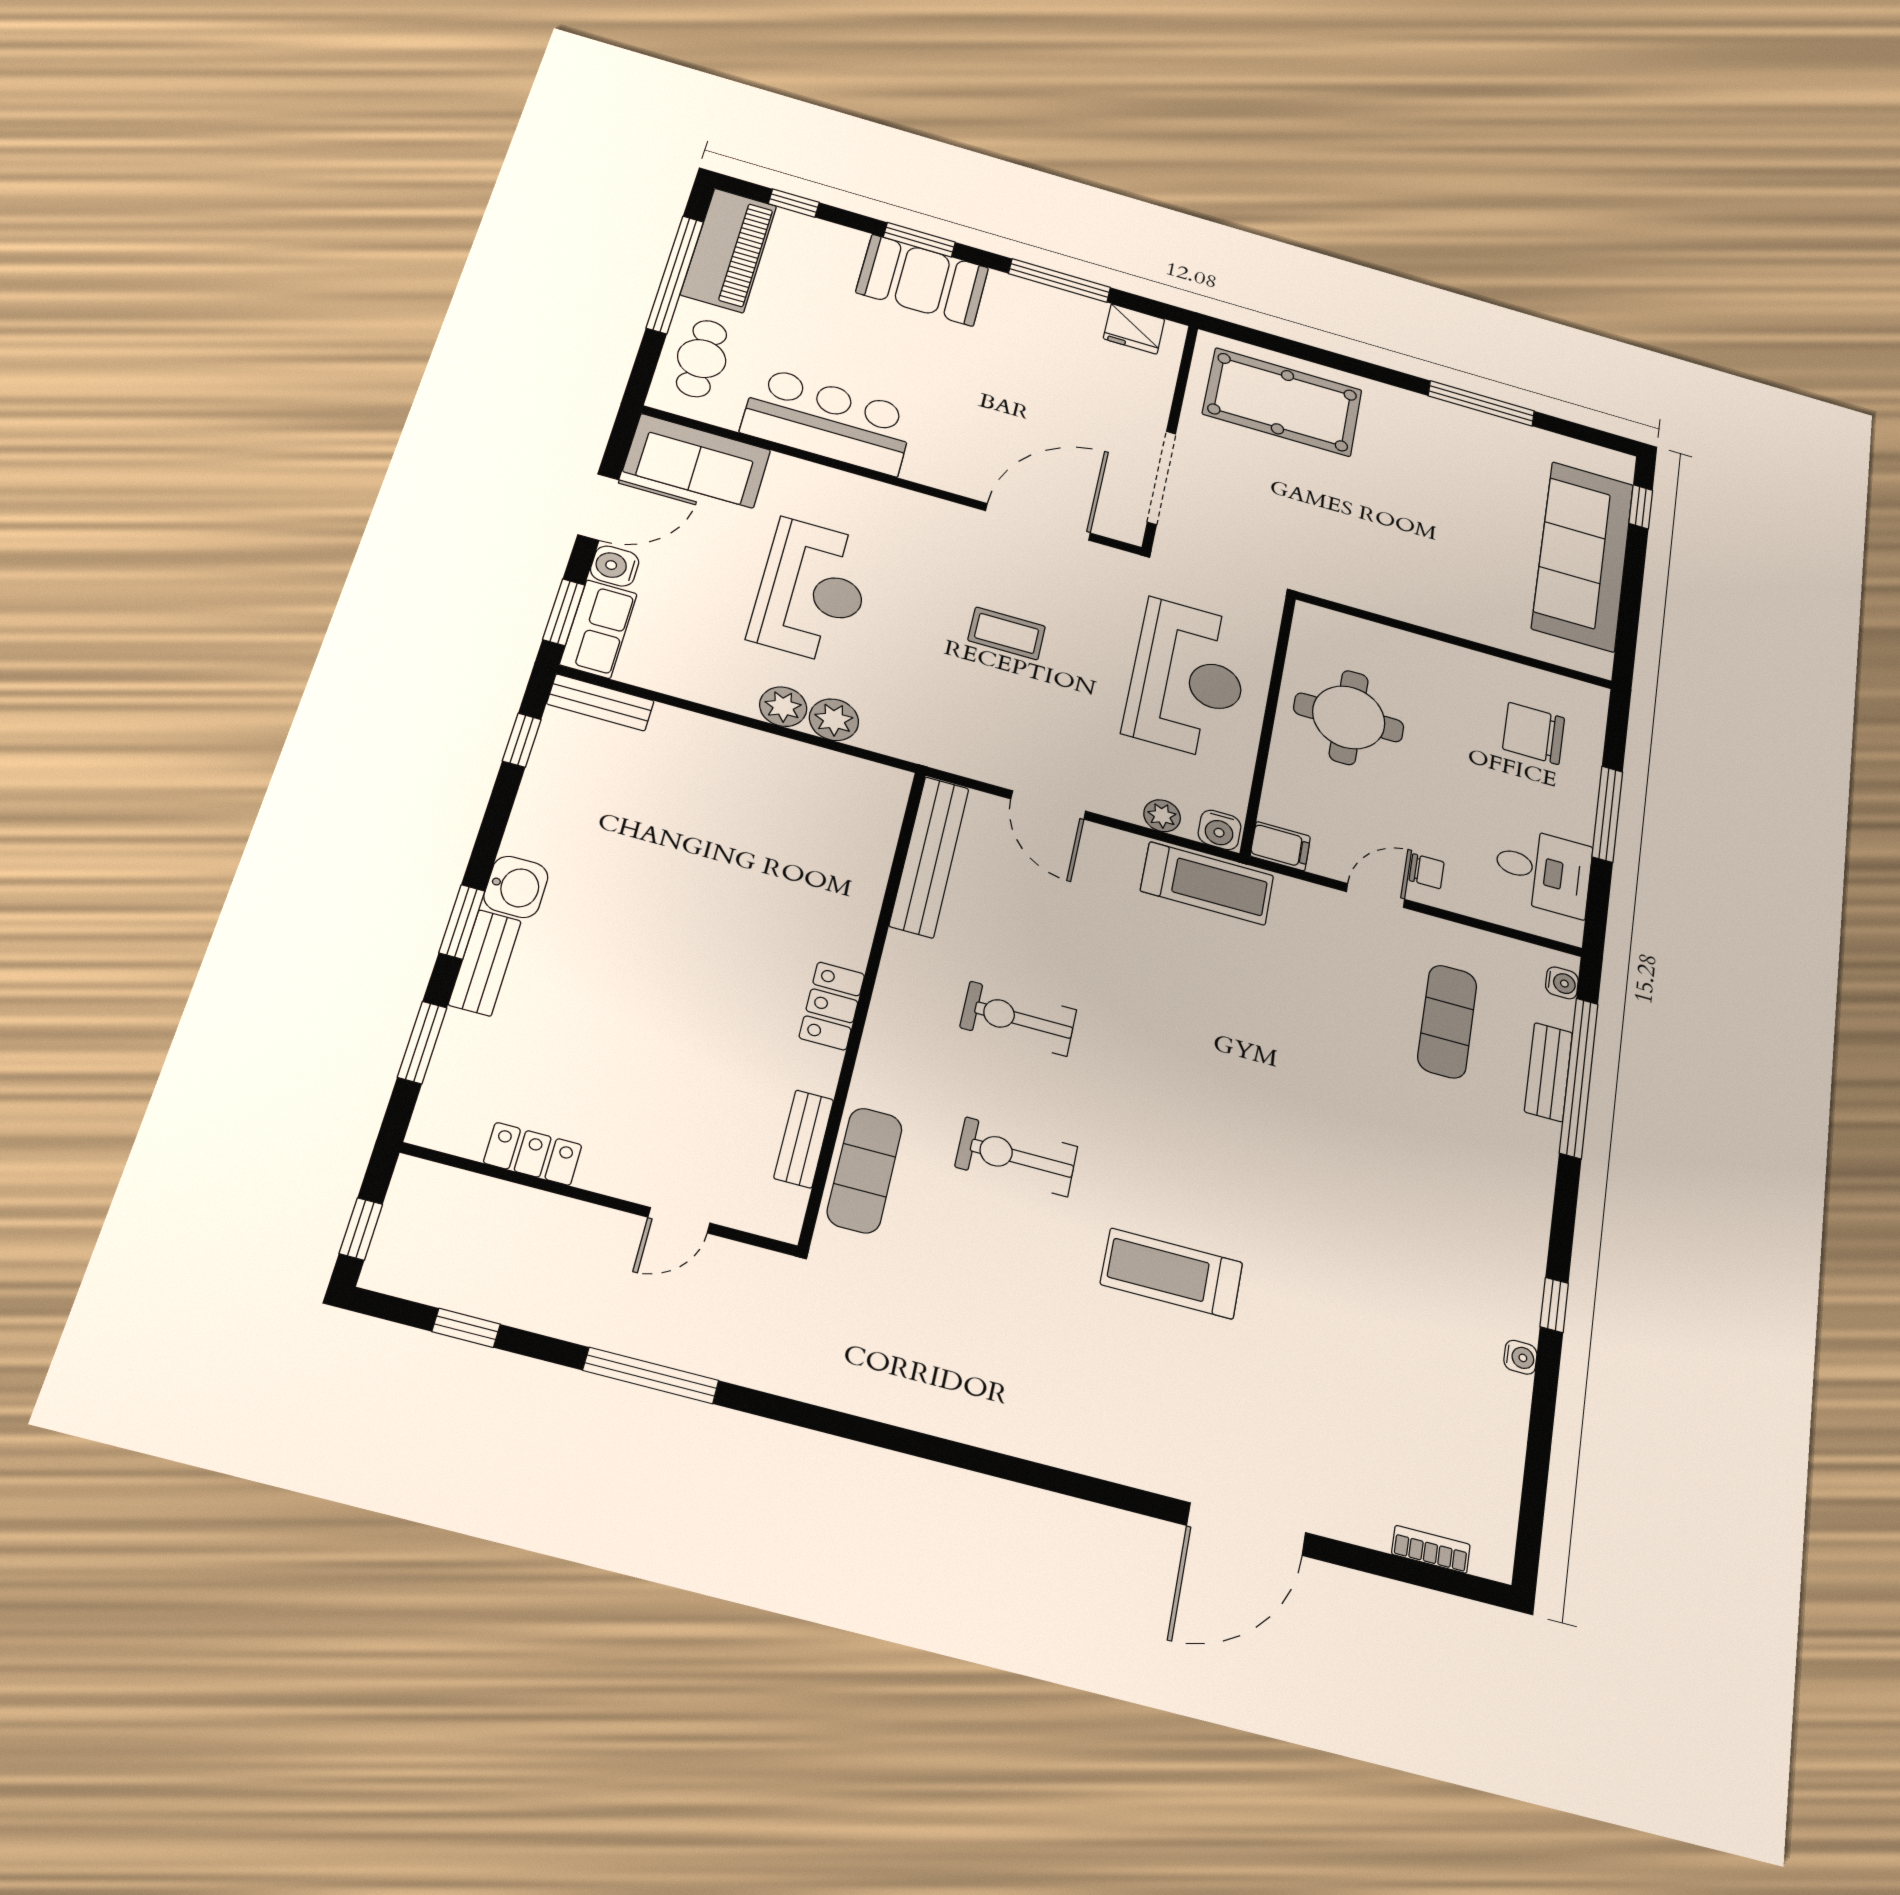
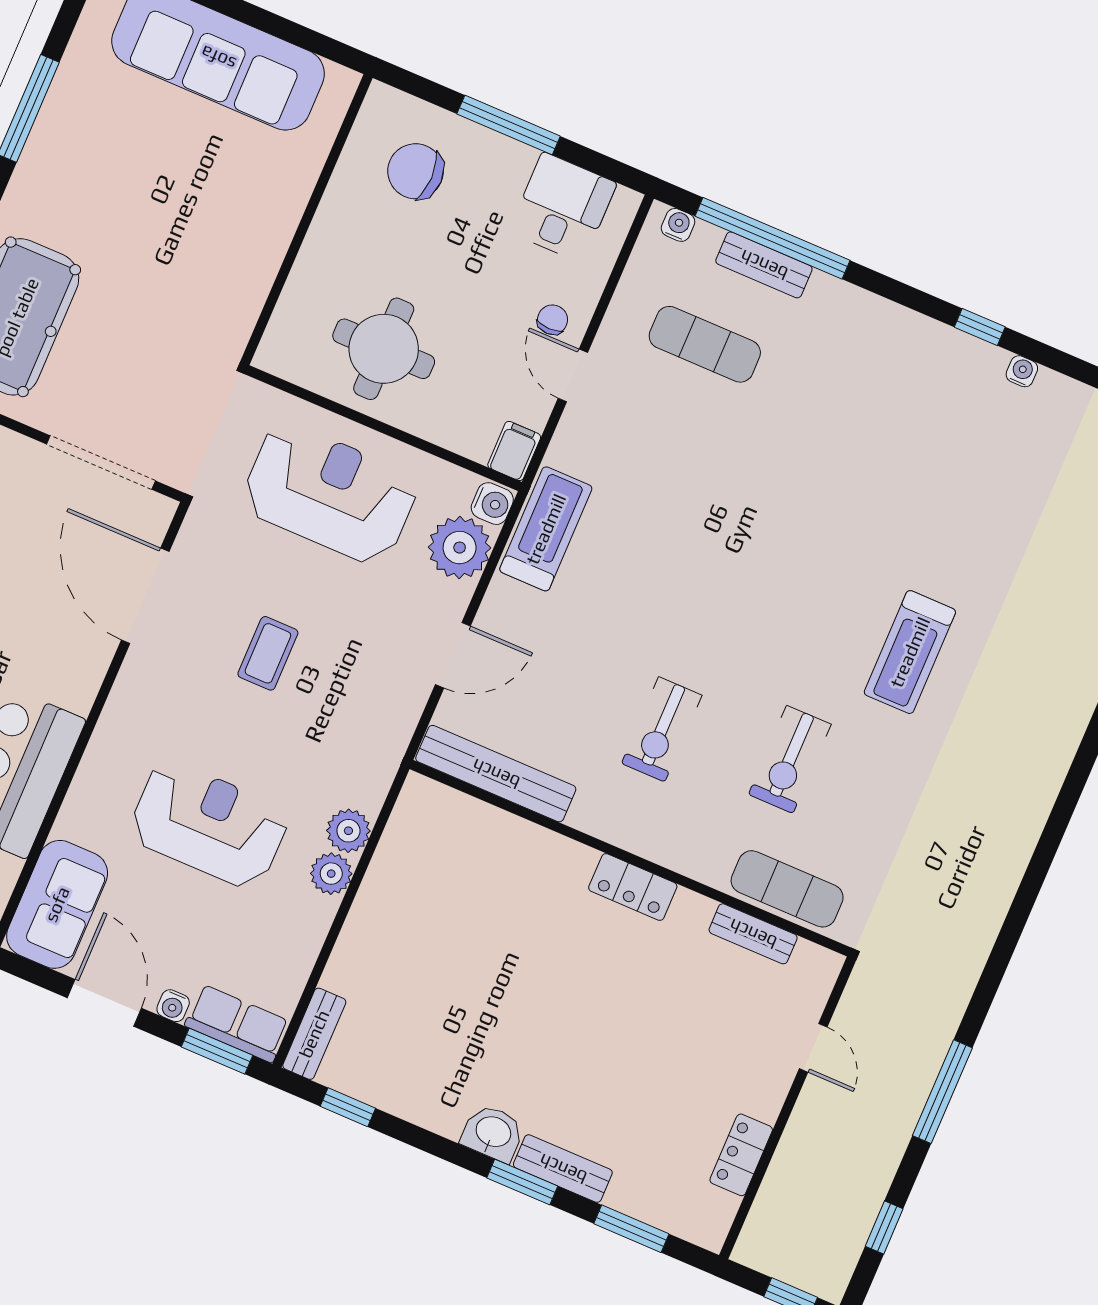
water cooler: (615, 566) -> (173, 1006), width x0.72, depth x0.72
chair: (1534, 733) -> (416, 171), turned 90
plant: (1162, 816) -> (460, 548), width x1.87, depth x1.87

